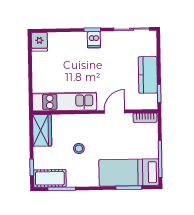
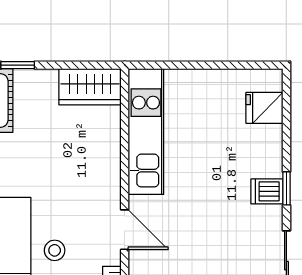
fridge: (39, 42) -> (264, 108), moved
stool: (79, 149) -> (55, 250), moved

